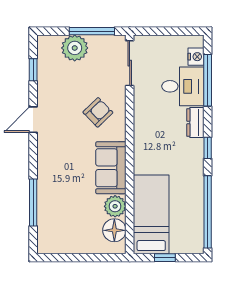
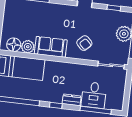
nightstand: (196, 57) -> (110, 105), removed

